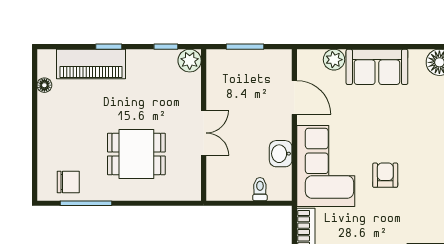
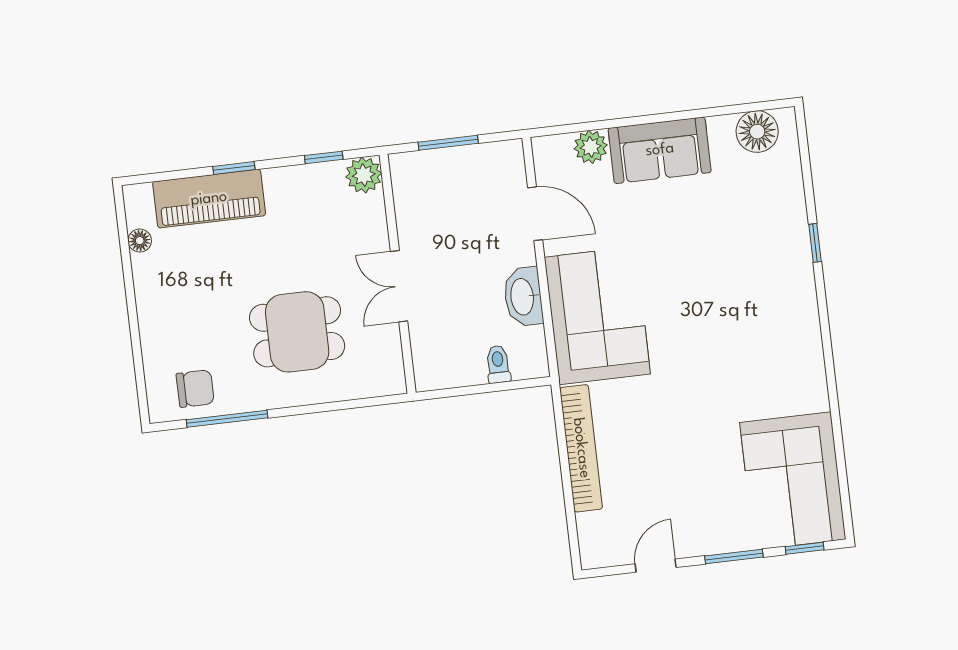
double door: (204, 133) -> (399, 286), swing flipped
washbasin: (281, 154) -> (523, 297), width x1.38
armchair: (385, 175) -> (693, 319), removed

